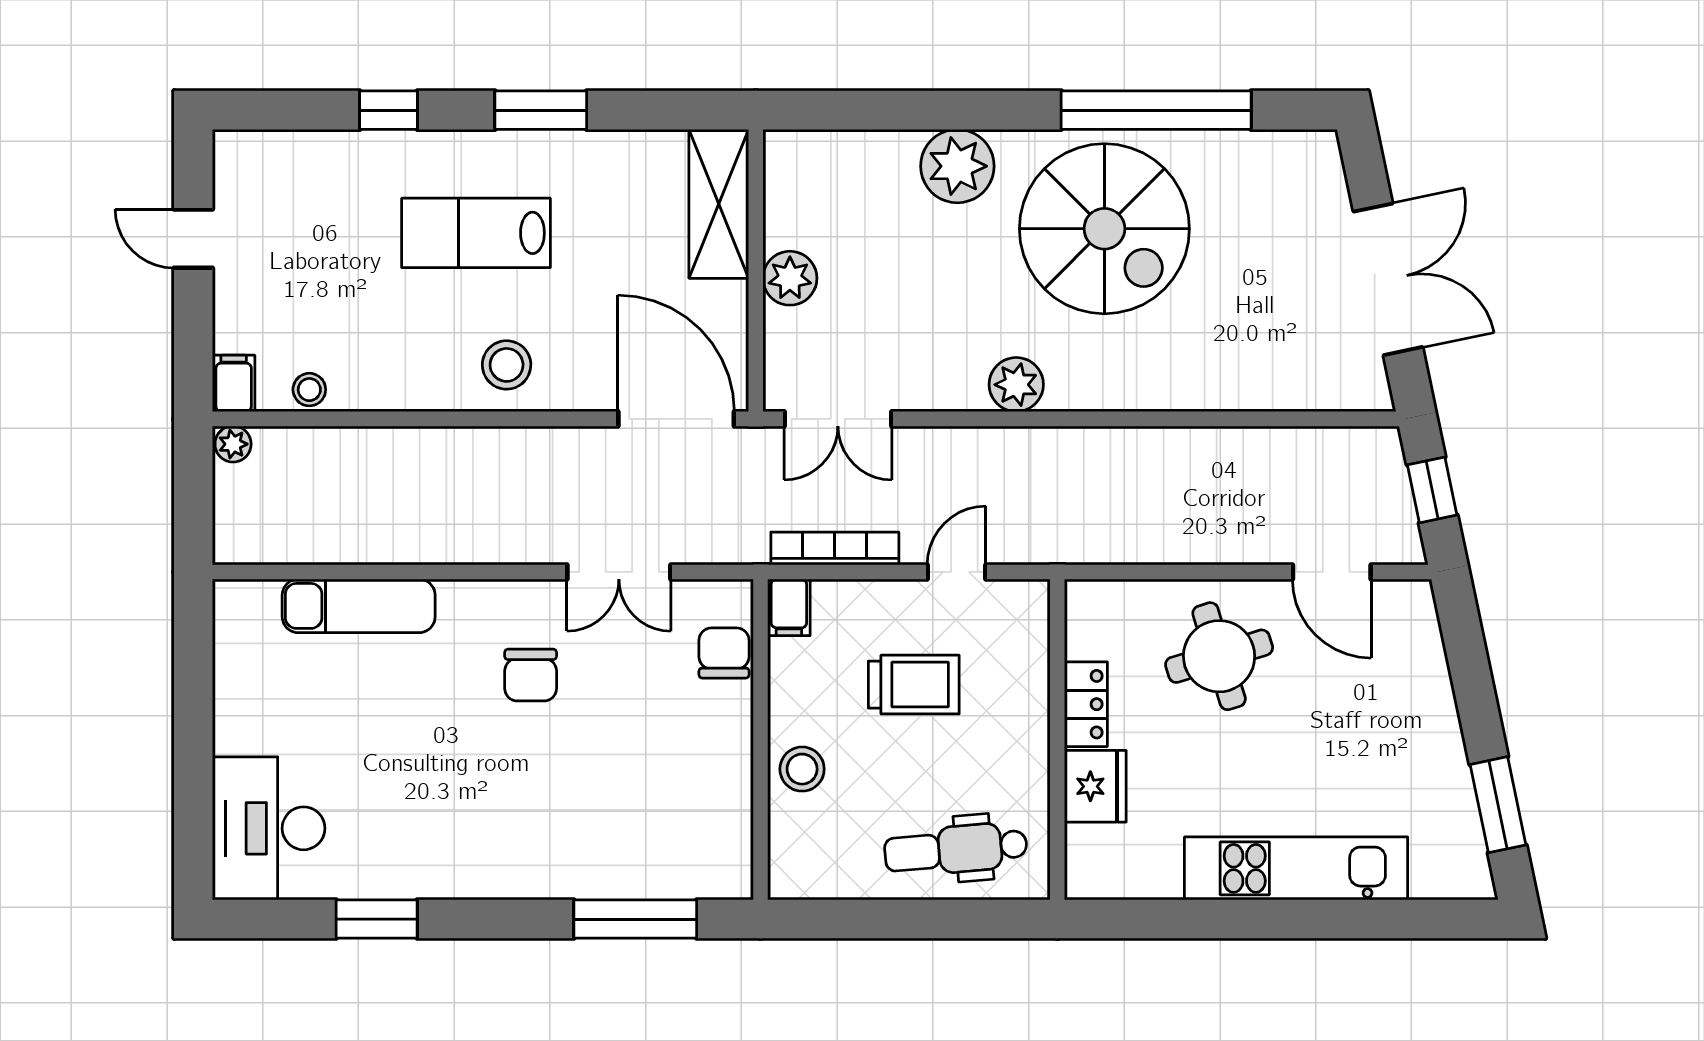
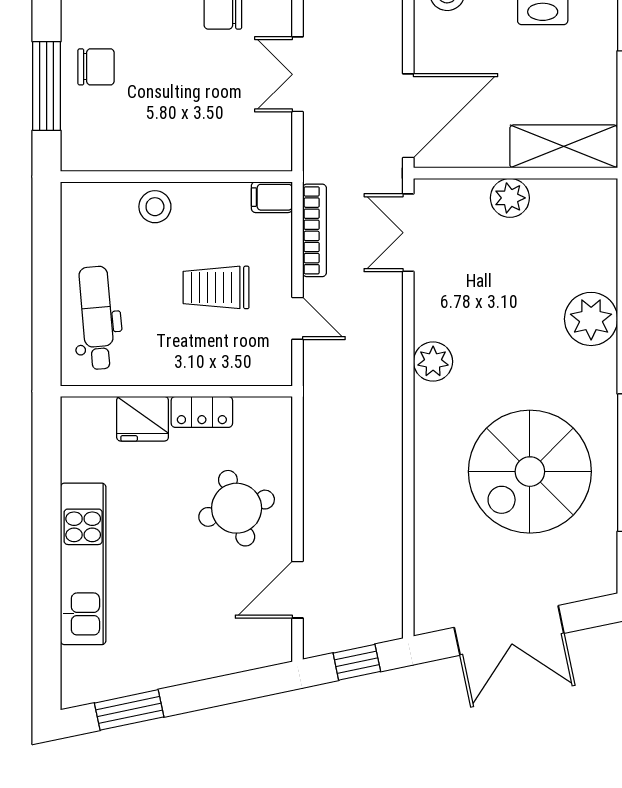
spiral stairs: (1104, 229) -> (530, 472), moved
chair: (724, 653) -> (96, 67), moved
trolley: (914, 685) -> (216, 287), turned 90

